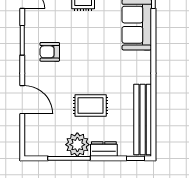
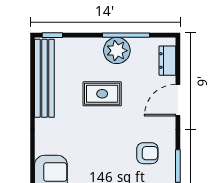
door: (22, 100) -> (178, 100), hinge flipped
dresser: (104, 149) -> (167, 61), moved, turned 90

